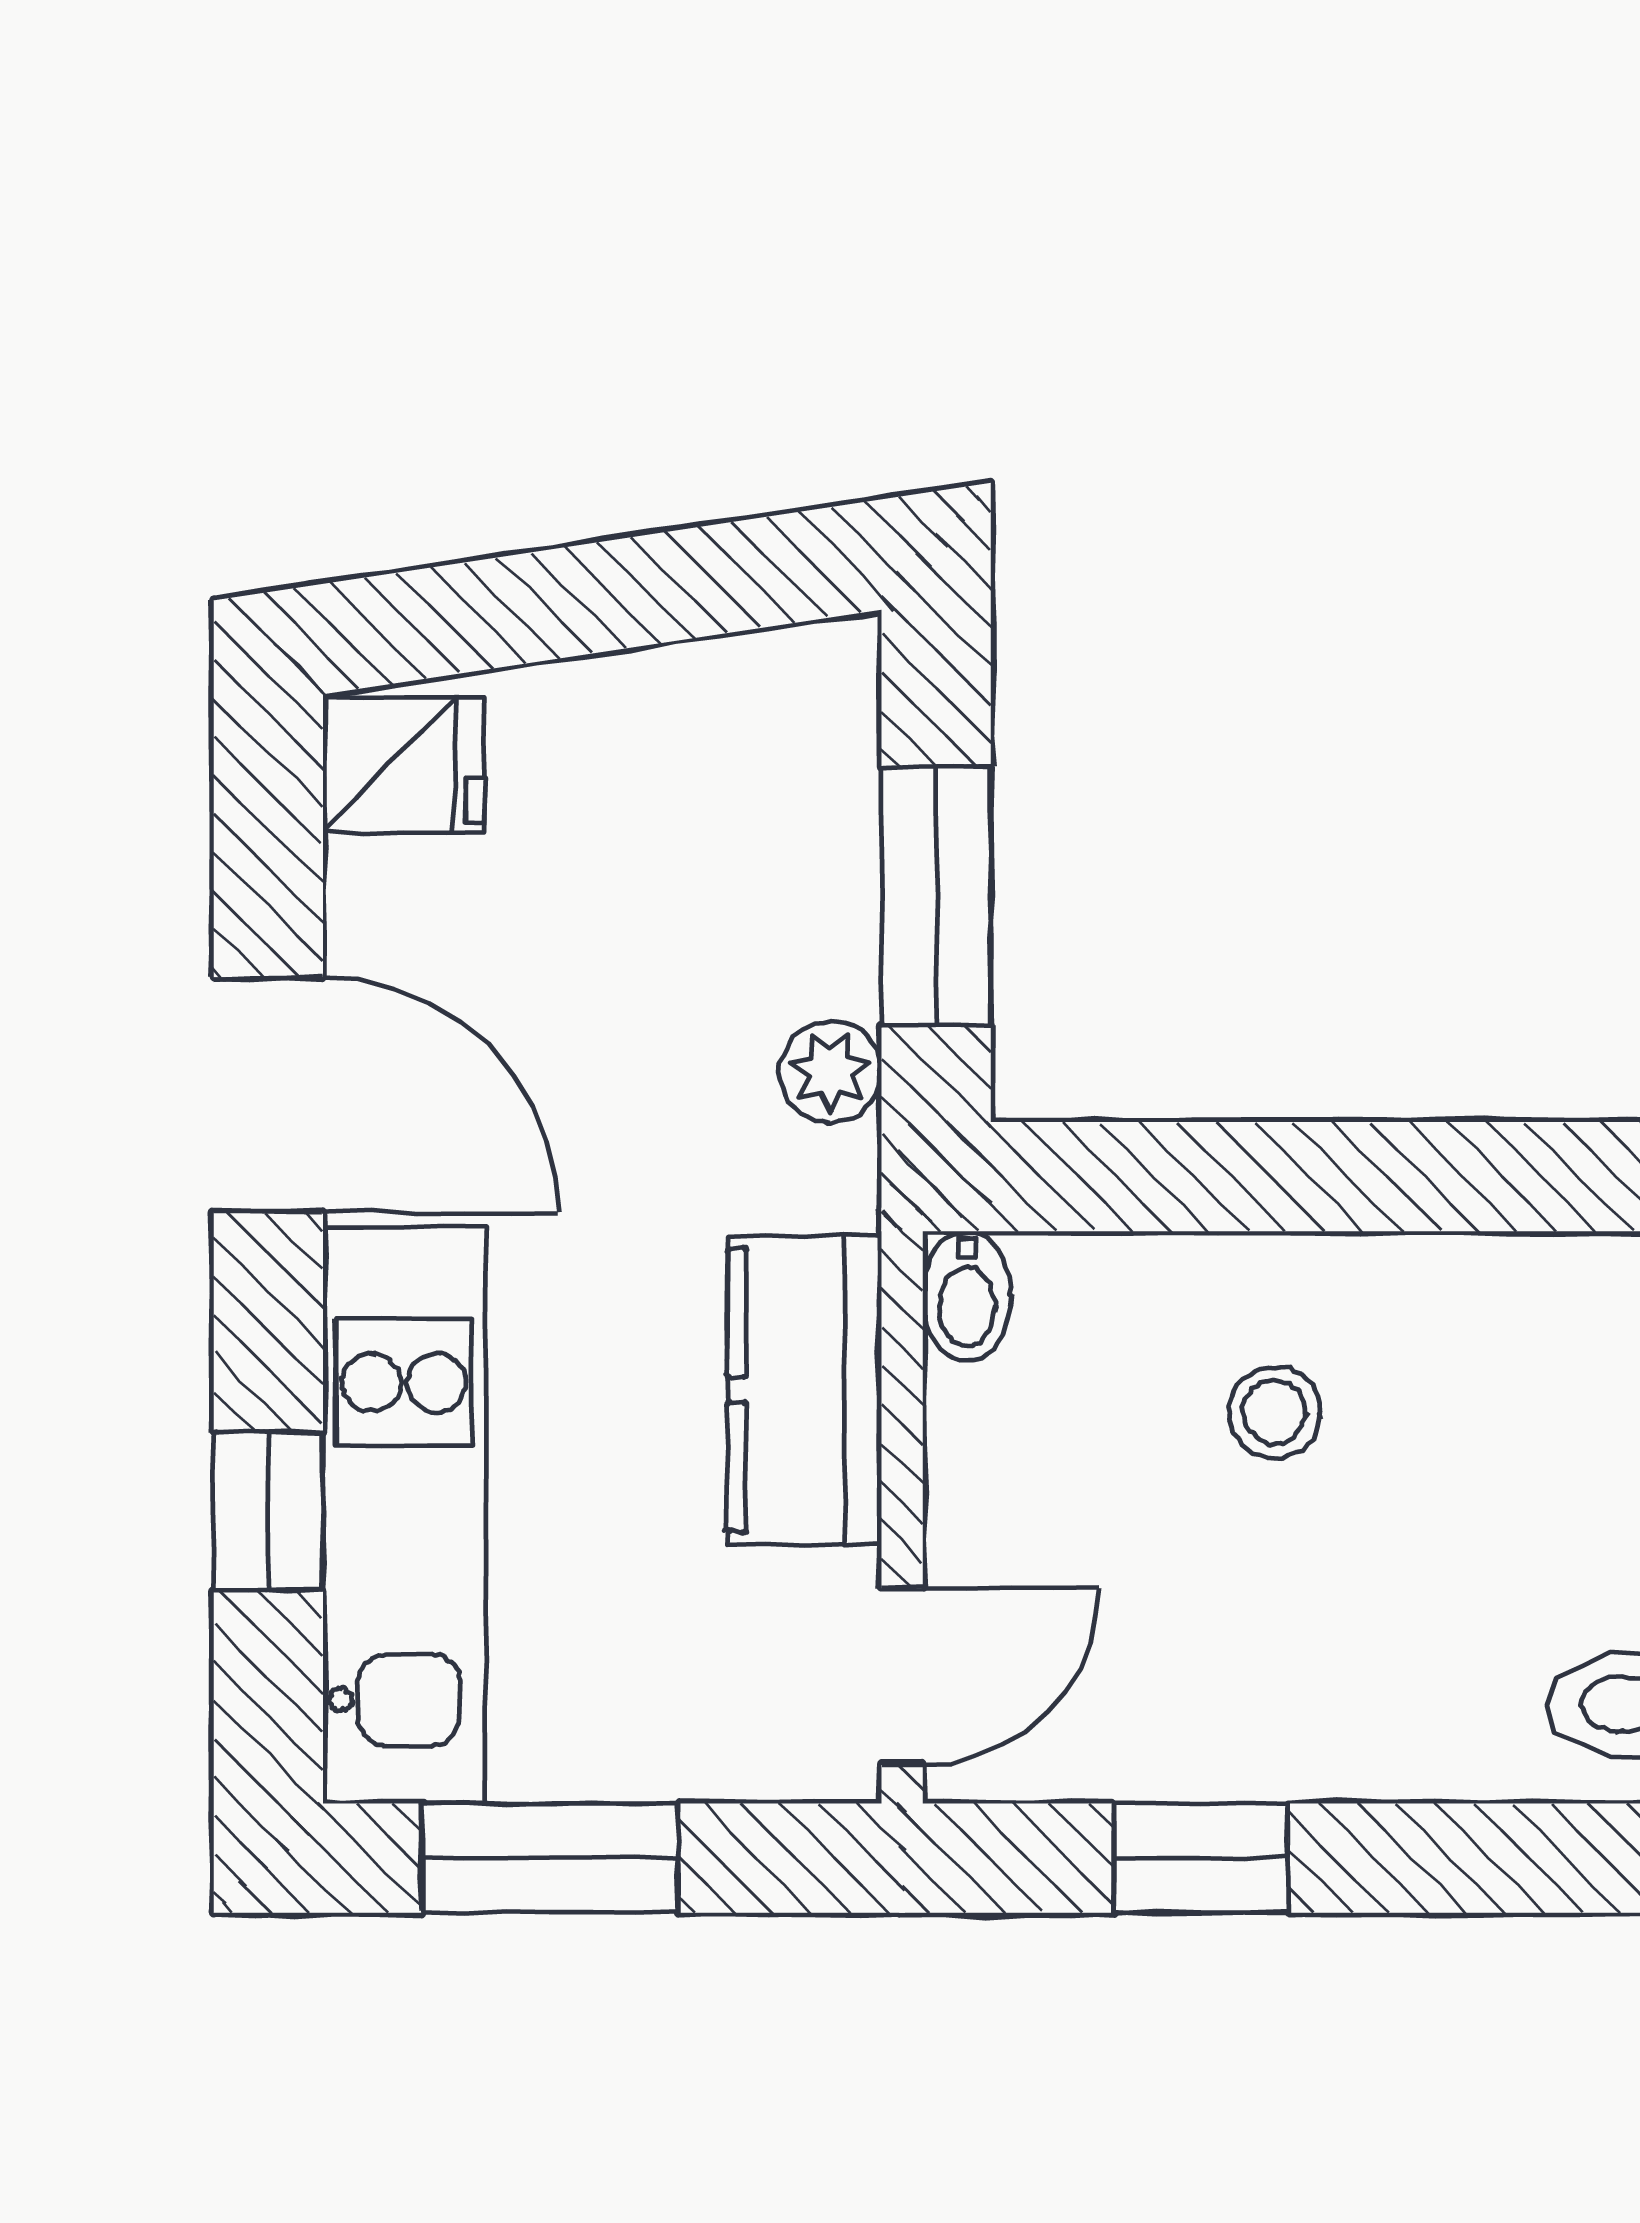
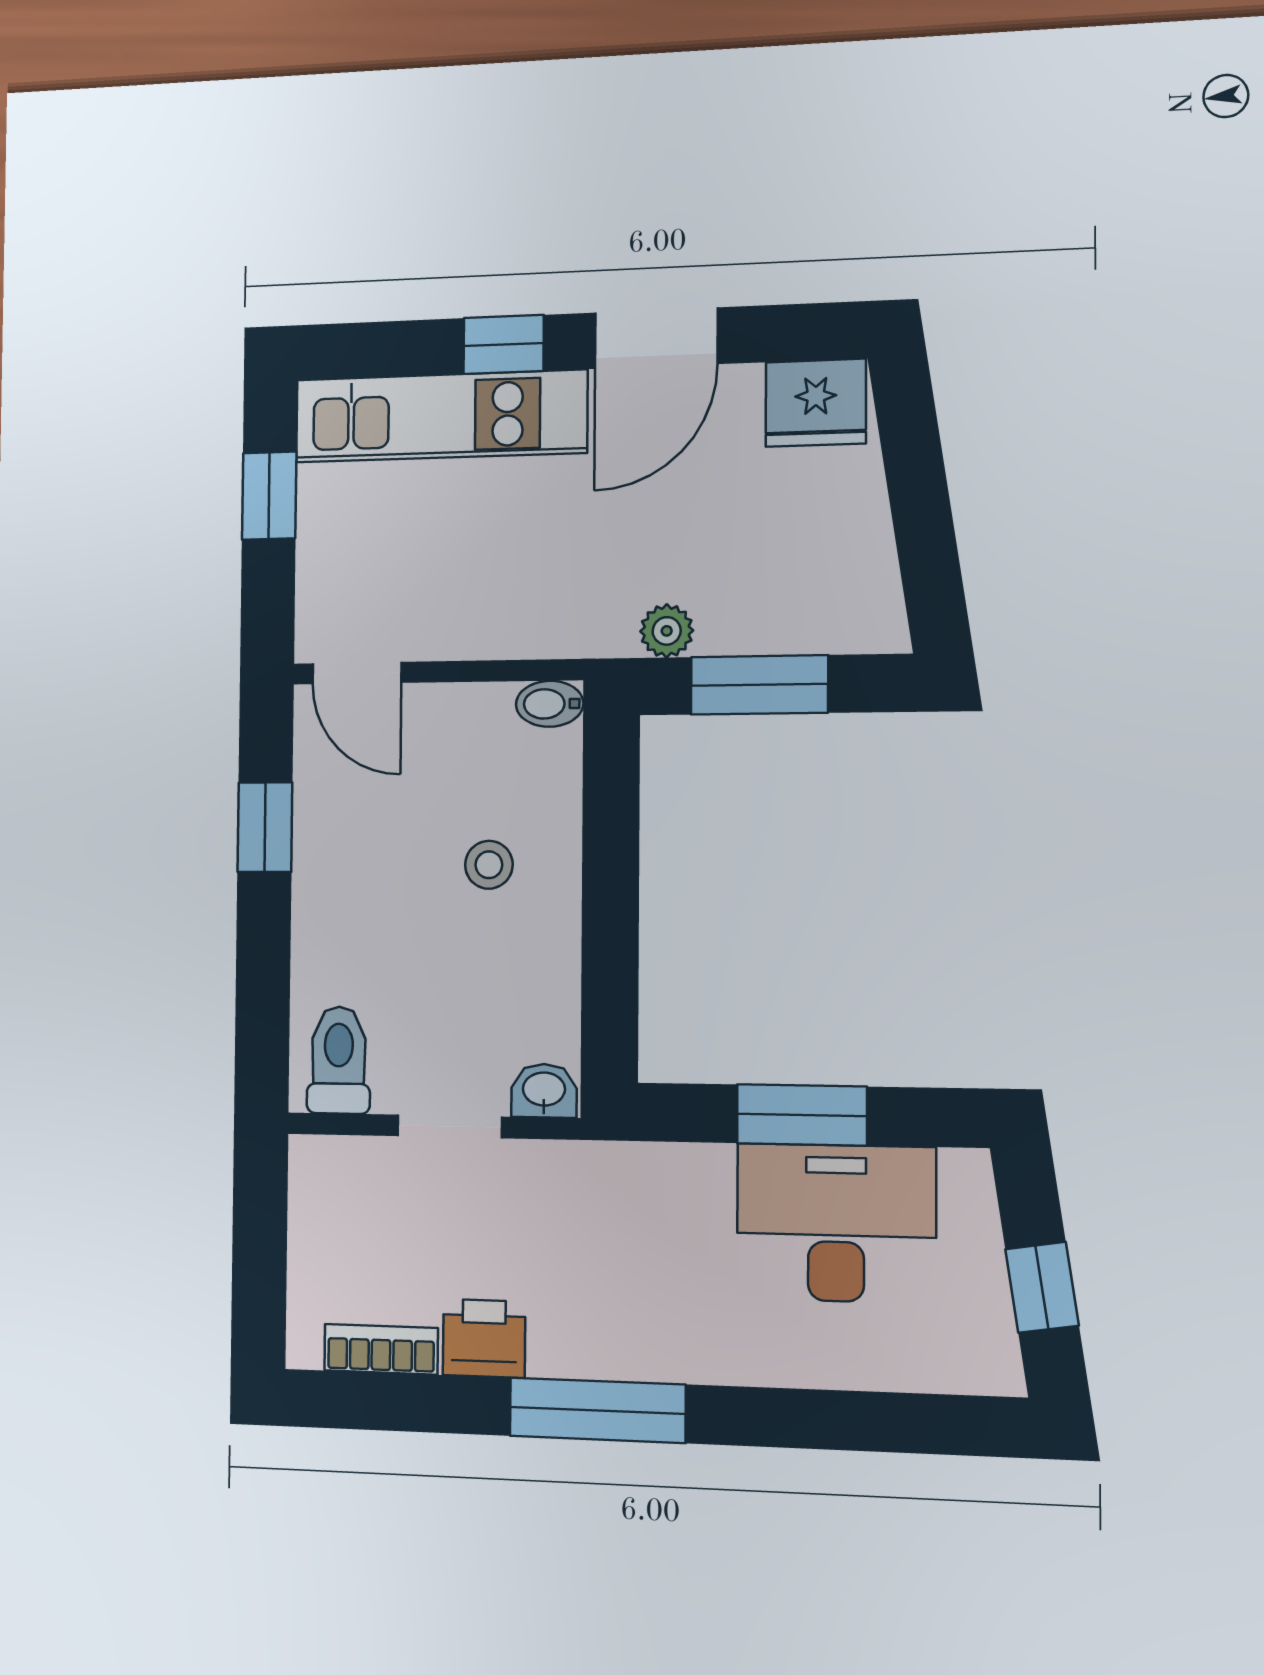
fridge: (404, 765) -> (816, 403), width x1.38
kitchen counter: (805, 1390) -> (502, 620), removed
window: (268, 1511) -> (504, 344), moved
window: (550, 1858) -> (269, 496), width x0.67

